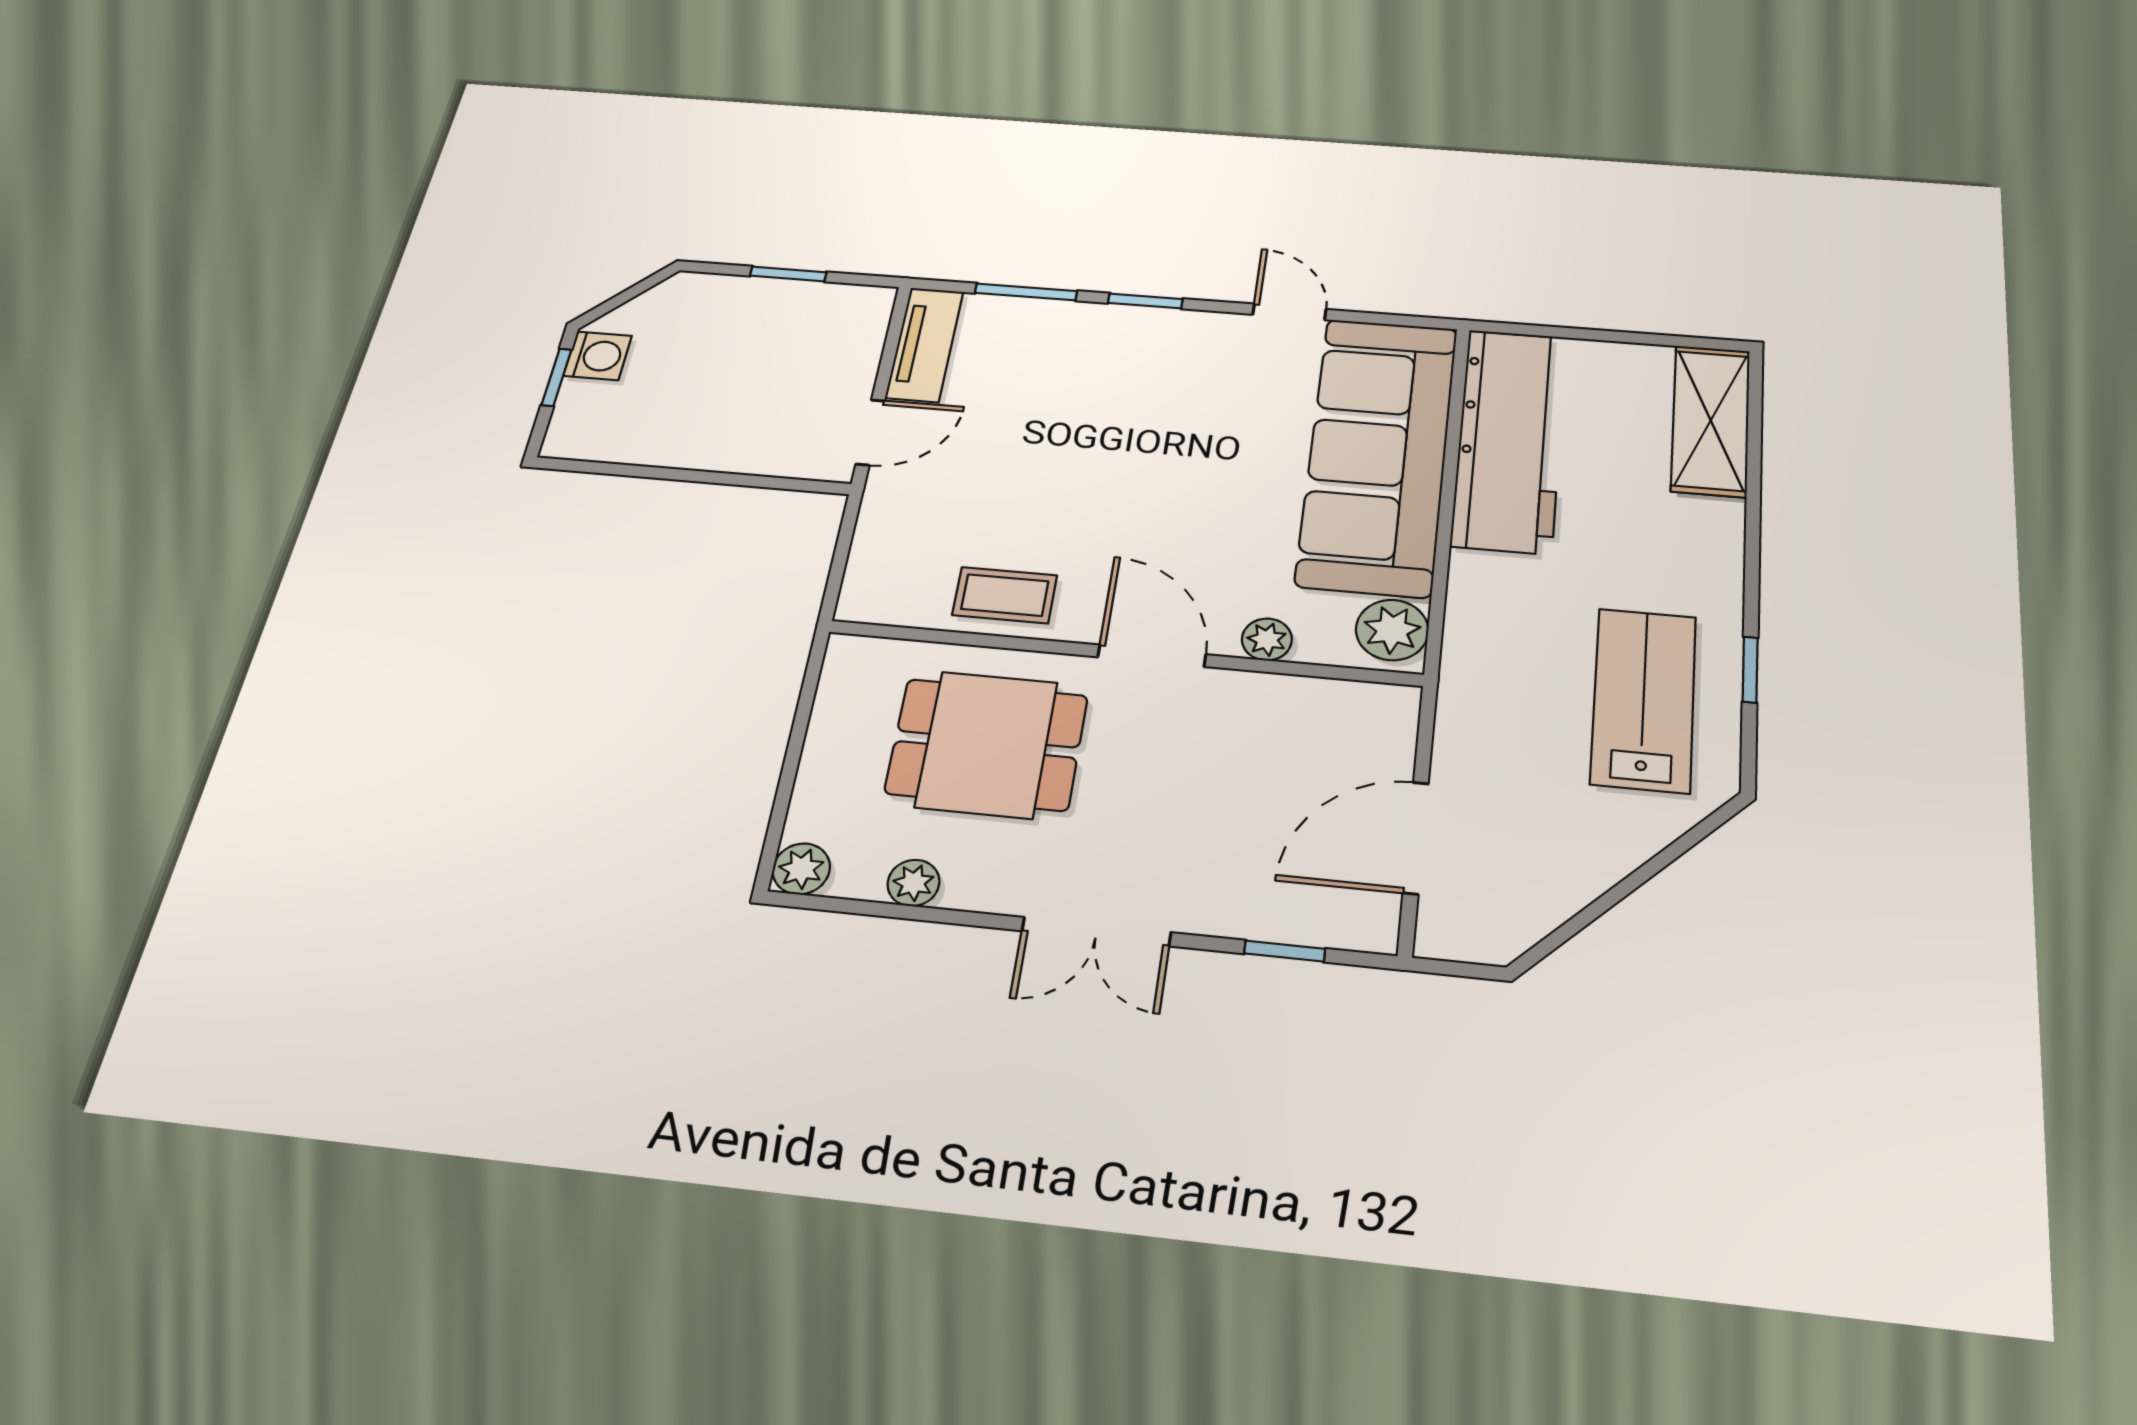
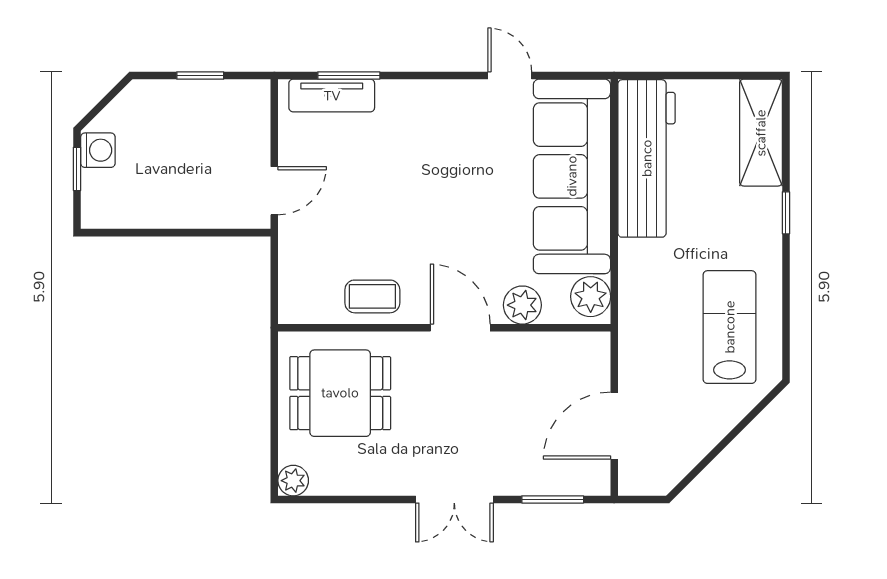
window: (1145, 301) -> (422, 76), removed
tv unit: (925, 344) -> (332, 96), moved, turned 90
plant: (1267, 639) -> (522, 305), width x1.38, depth x1.38
window: (1750, 670) -> (786, 213), moved
dining table: (987, 744) -> (340, 393), moved
plant: (913, 883) -> (354, 482), removed
window: (1285, 951) -> (553, 499), width x1.50

